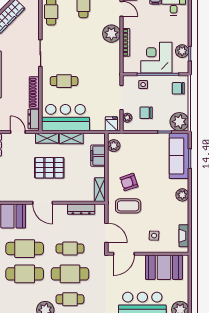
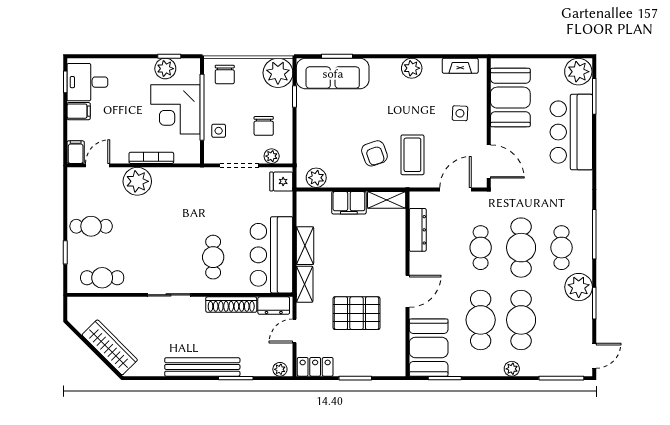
filing cabinet: (98, 156) -> (349, 203), moved
pallet: (49, 168) -> (357, 313), moved, turned 90
plant: (182, 195) -> (412, 68), moved

